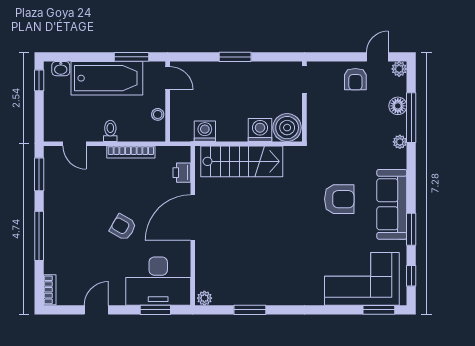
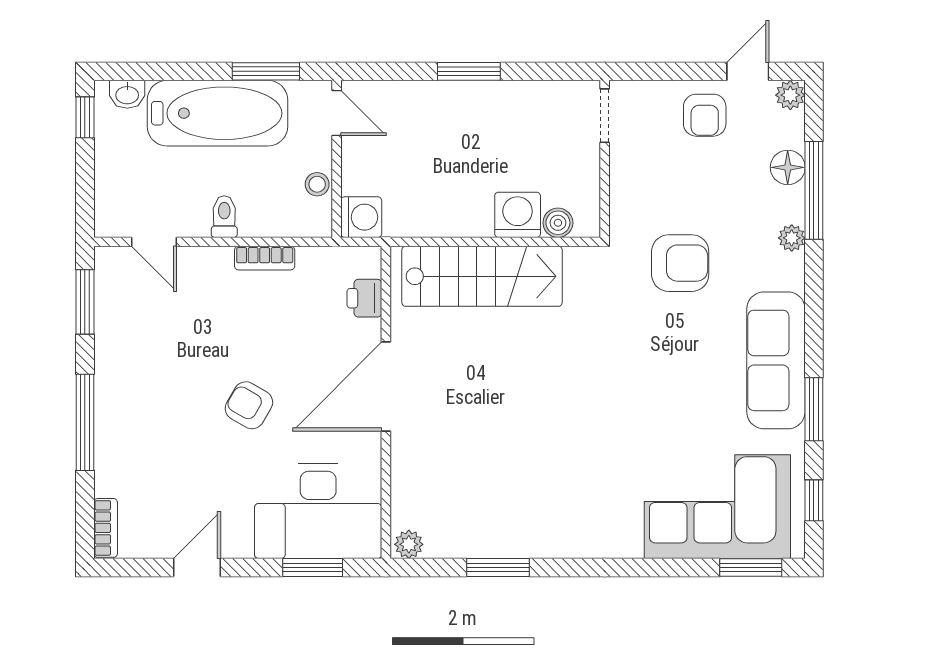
boiler: (287, 128) -> (558, 223), width x0.54, depth x0.54
washing machine: (205, 131) -> (361, 217), moved, turned 90
bookcase: (131, 152) -> (265, 258), width x0.64
armchair: (339, 199) -> (680, 263), moved

